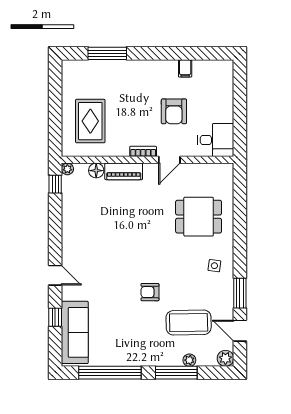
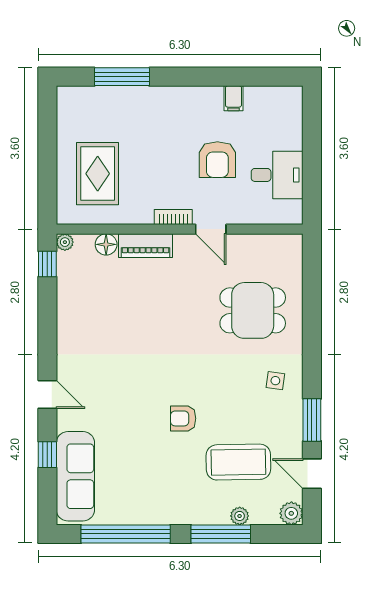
desk: (216, 140) -> (277, 175), moved
door: (169, 160) -> (211, 229), hinge flipped

